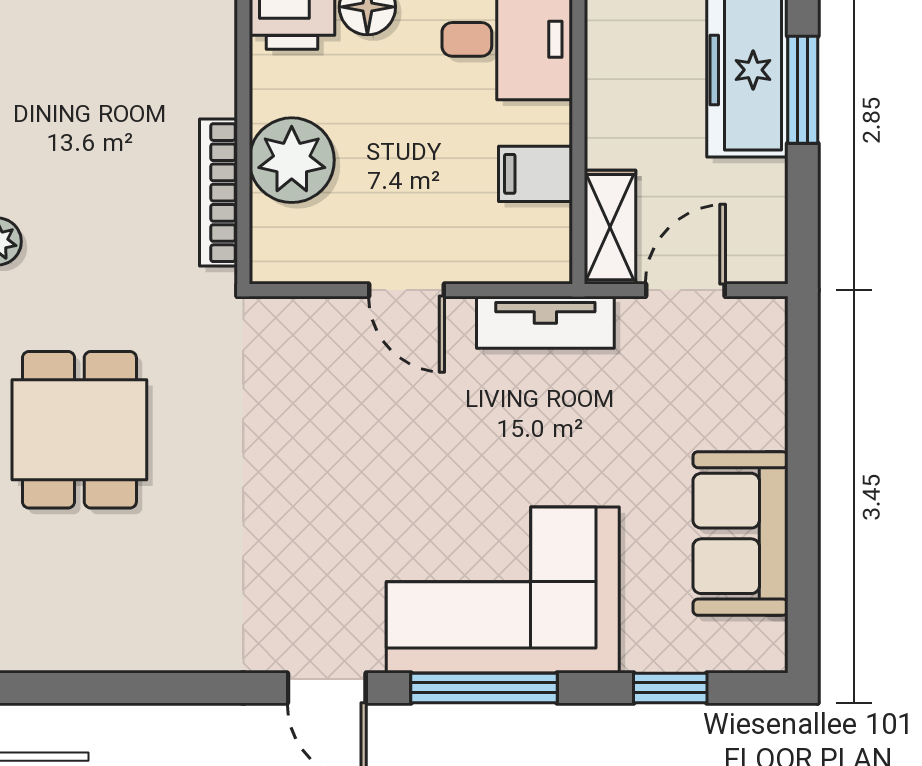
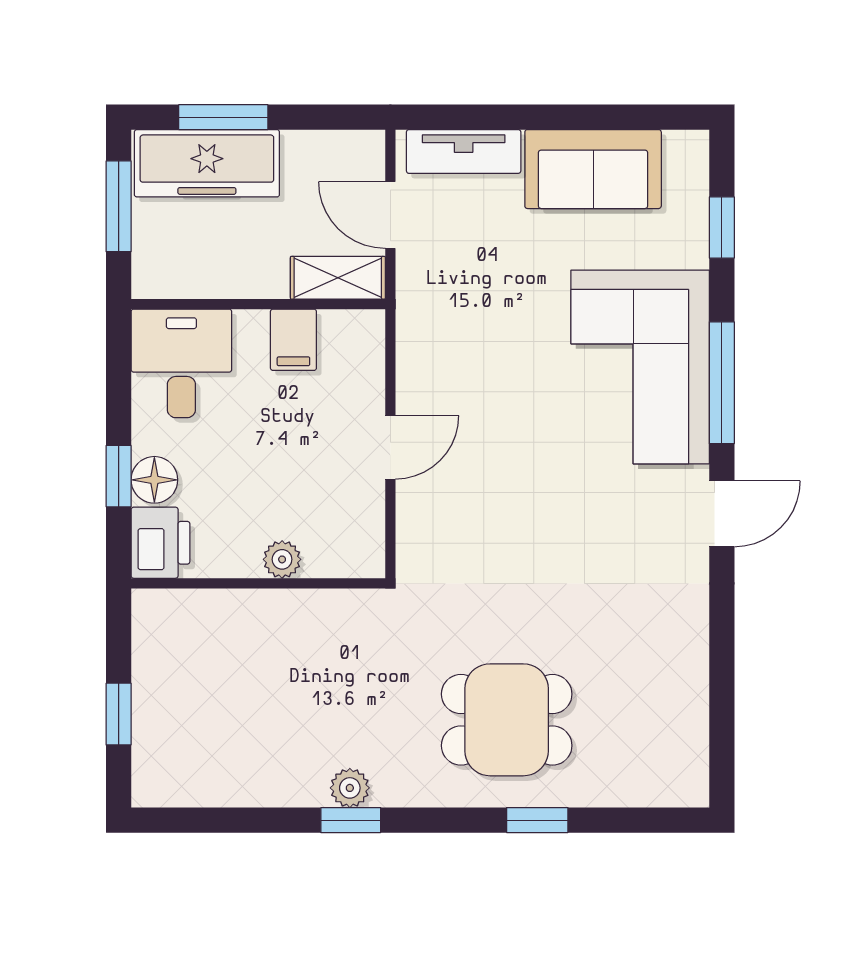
plant: (292, 160) -> (282, 559), width x0.53, depth x0.53
bookcase: (218, 193) -> (309, 604), removed
tv unit: (545, 322) -> (464, 151), moved, turned 90

